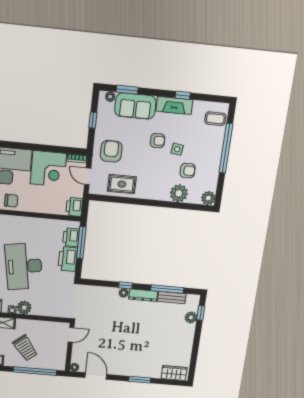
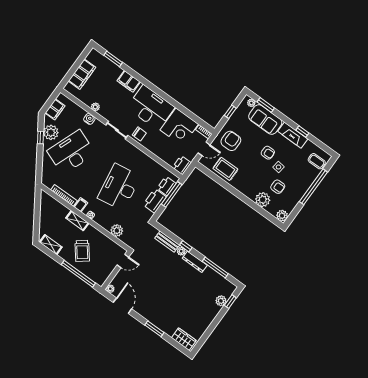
door: (88, 176) -> (204, 149), swing flipped
bench: (172, 298) -> (167, 242), moved
plant: (24, 308) -> (117, 231), moved

